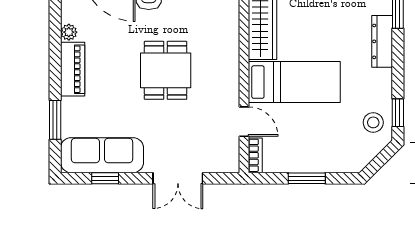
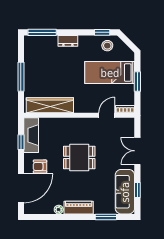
dresser: (382, 41) -> (68, 41), width x0.70
bed: (294, 82) -> (110, 73), moved, turned -90
double door: (178, 178) -> (137, 151), swing flipped

